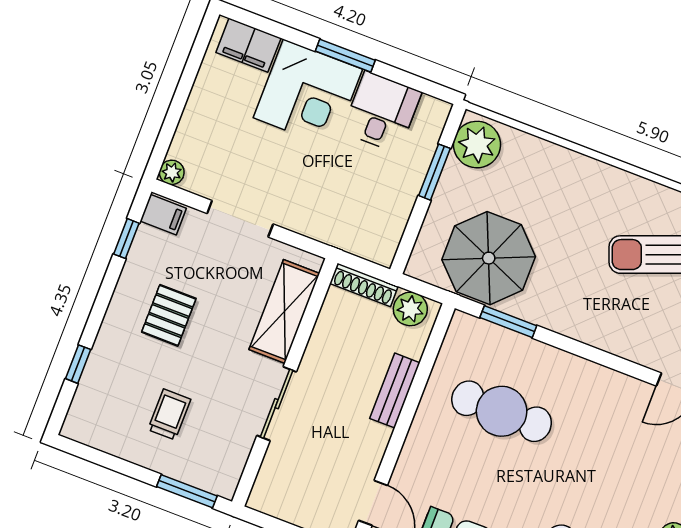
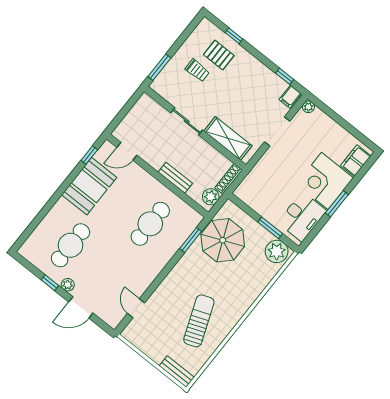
desk: (382, 112) -> (302, 217), width x1.37
pallet: (169, 315) -> (219, 55), moved

